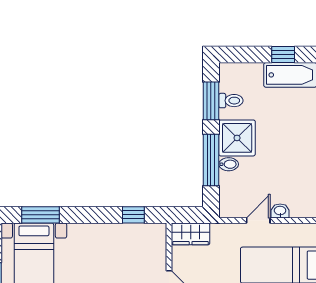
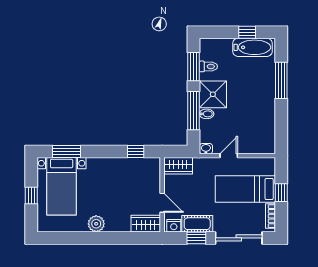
washbasin: (280, 211) -> (206, 149), moved

